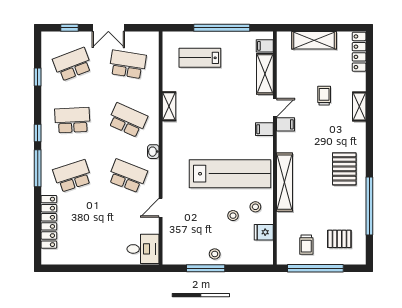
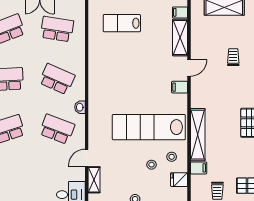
shelving: (169, 106) -> (94, 180), moved
filing cabinet: (285, 124) -> (199, 168), moved
lab bench: (230, 174) -> (149, 127), turned 180

